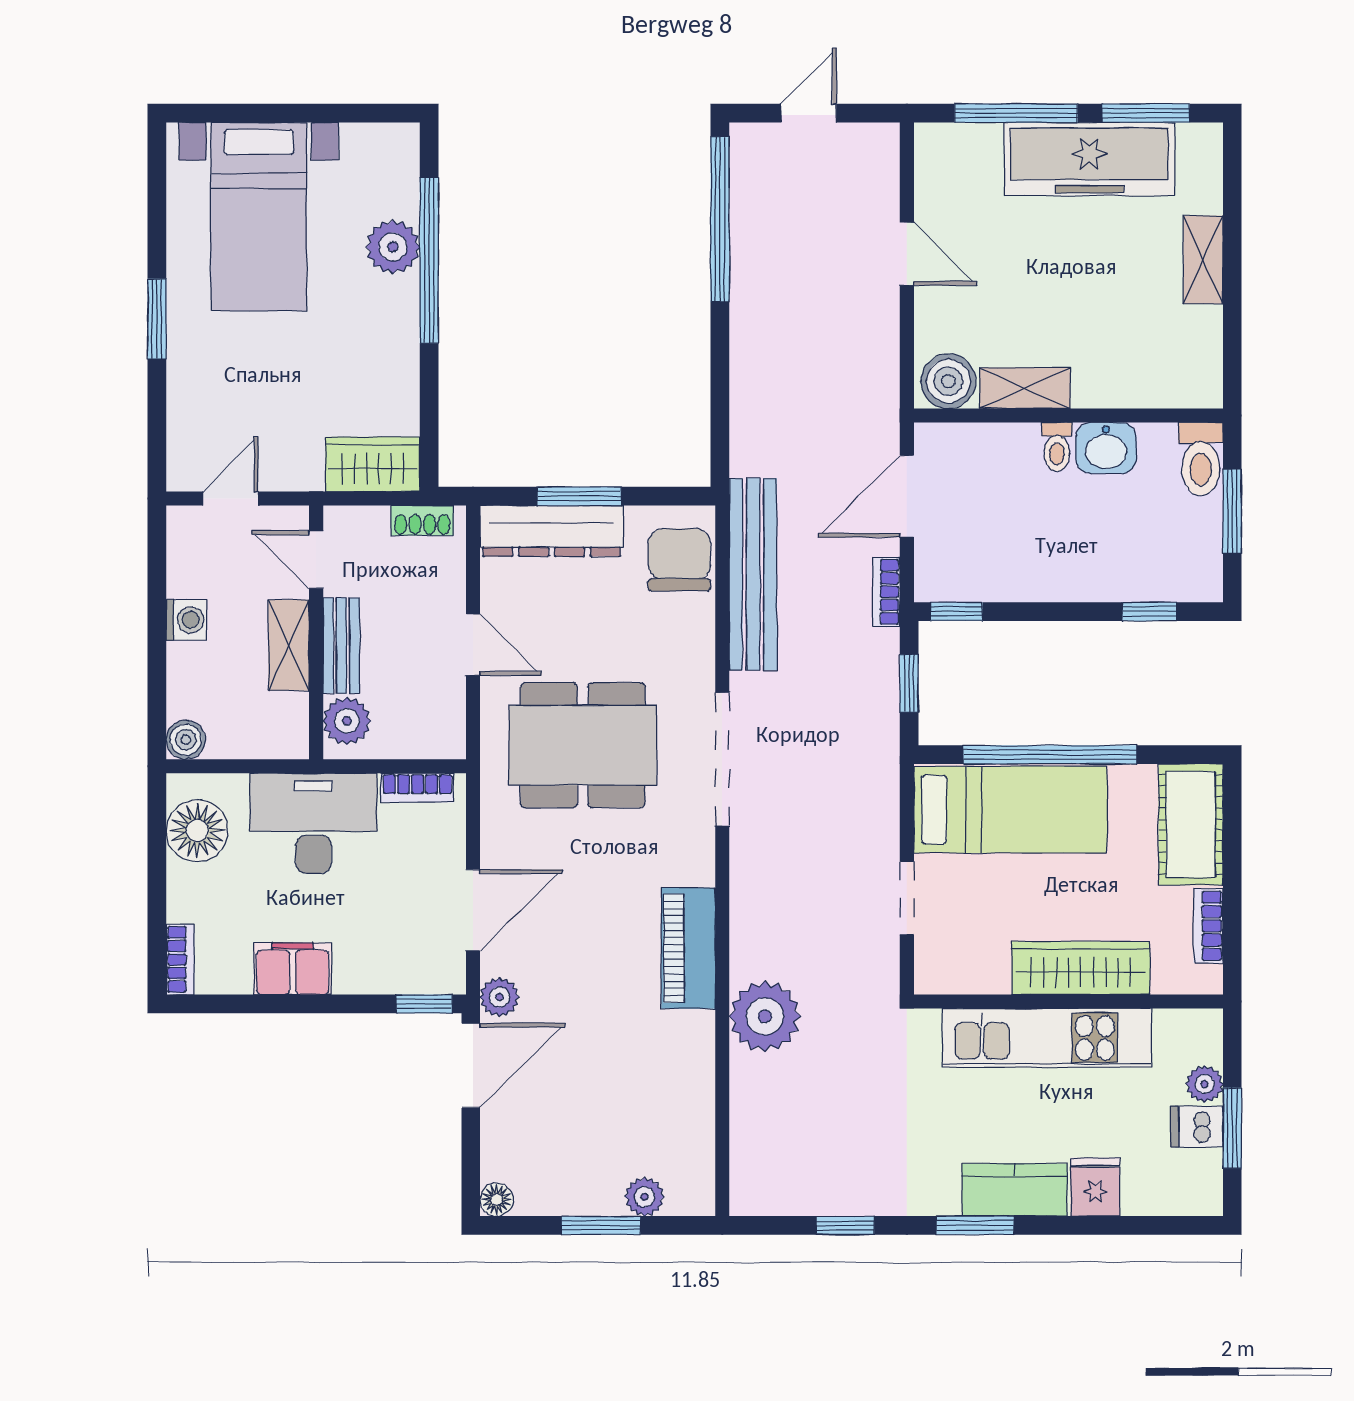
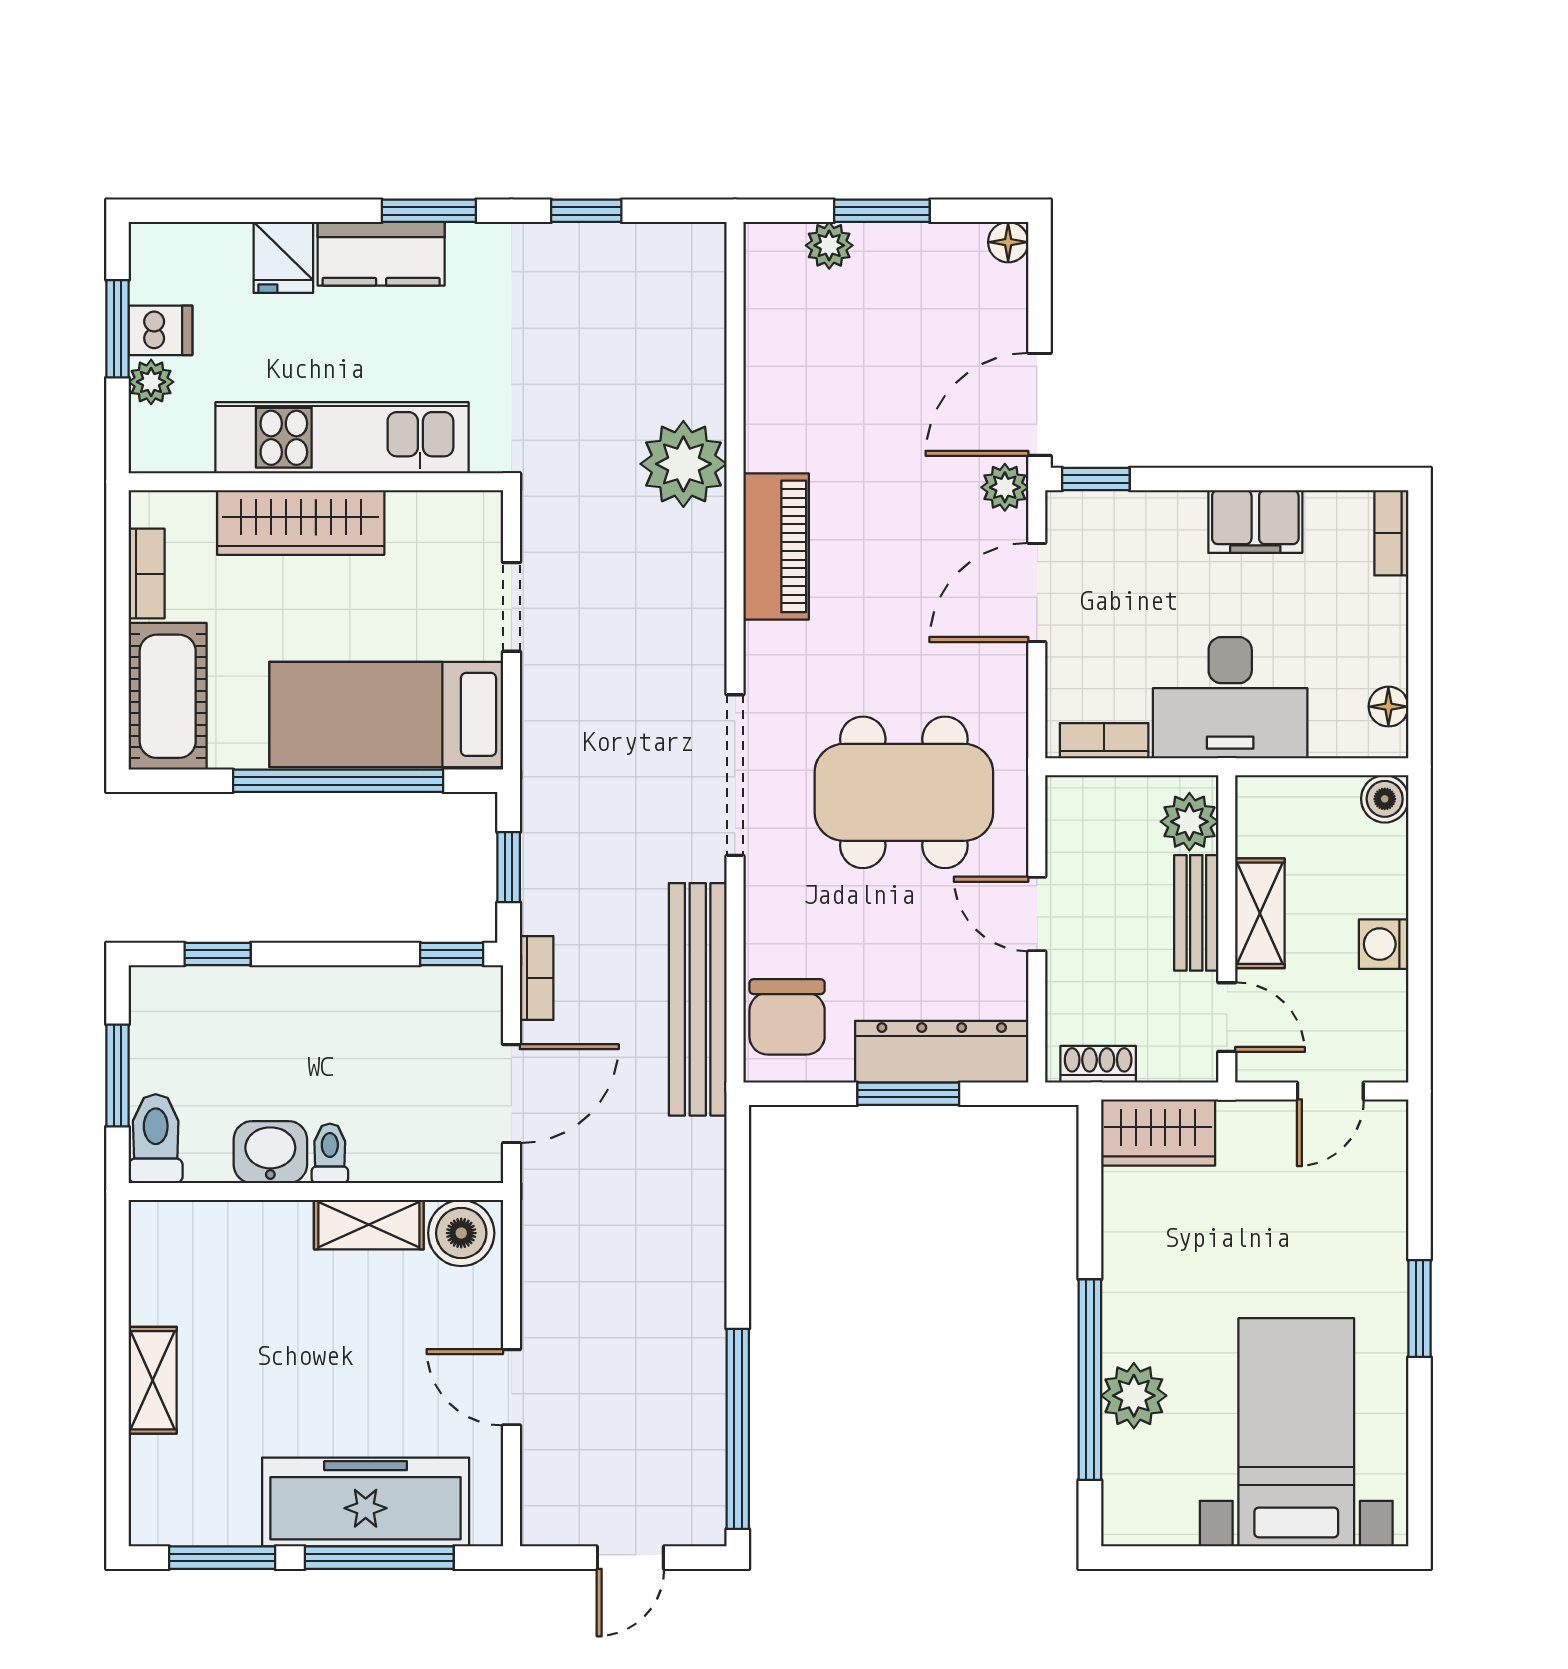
freezer: (1089, 159) -> (366, 1502), moved
floor lamp: (197, 831) -> (1388, 707), width x0.53, depth x0.53

